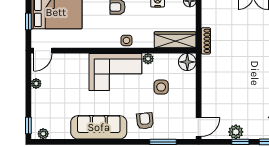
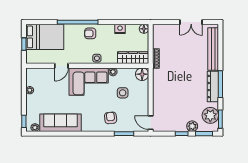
door: (43, 51) -> (61, 66), moved
sofa: (99, 127) -> (60, 123), moved
door: (199, 127) -> (151, 123), swing flipped
plant: (236, 132) -> (192, 126), moved

